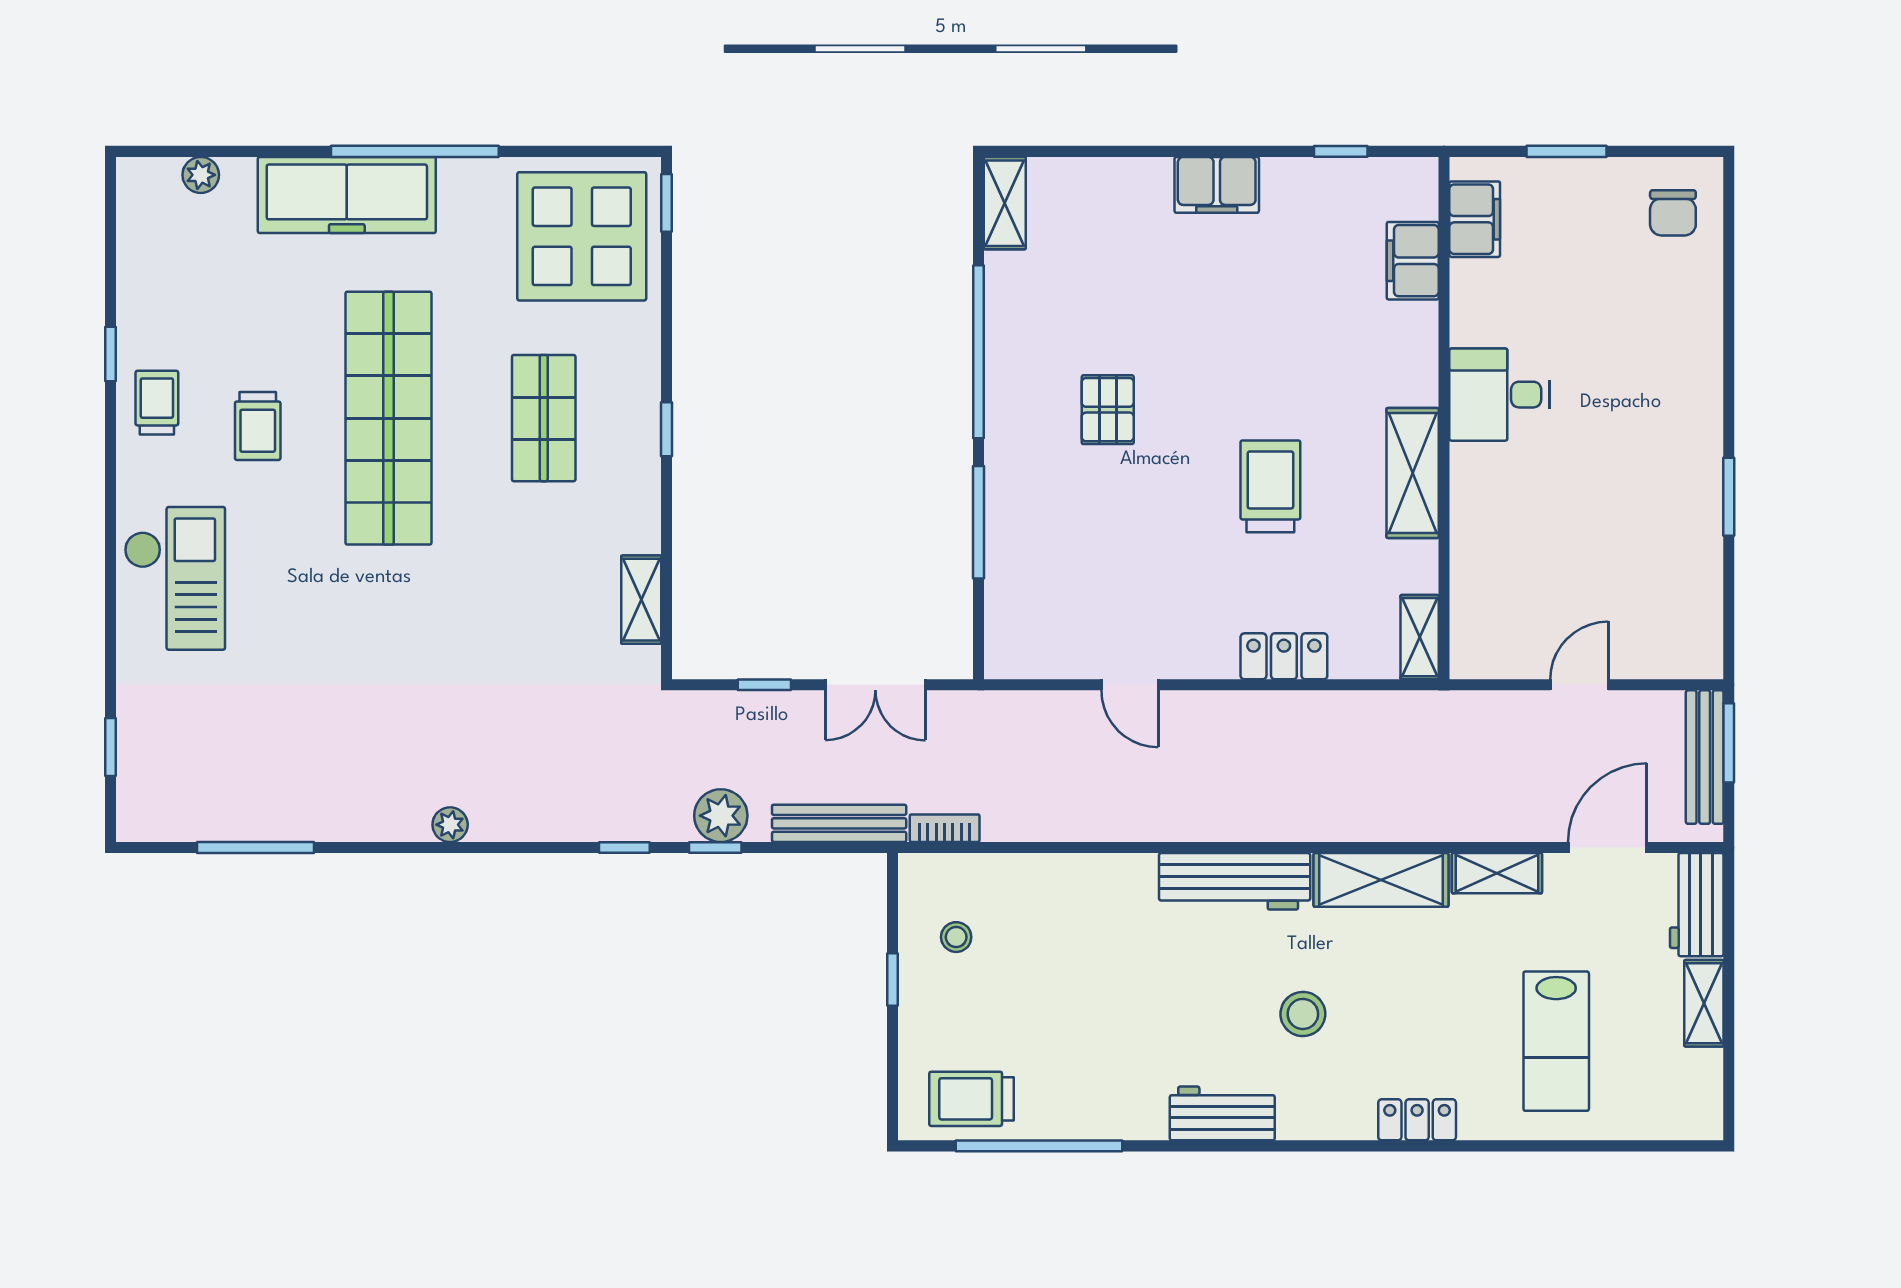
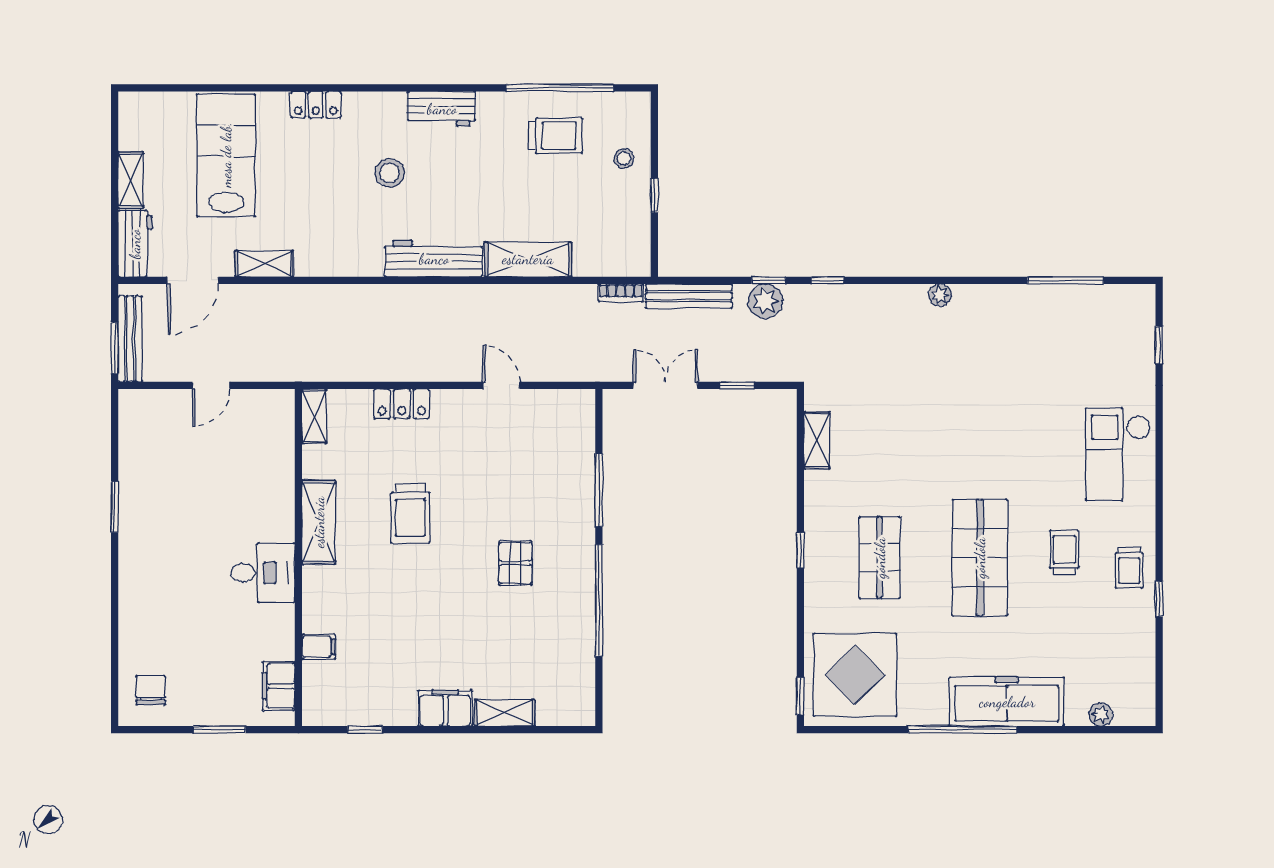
shelving: (1005, 203) -> (505, 713), moved, turned 90
filing cabinet: (1413, 261) -> (319, 647), width x0.50
shop shelf: (389, 418) -> (980, 558), width x0.71
shelving: (1381, 880) -> (528, 259), moved
stool: (956, 937) -> (624, 159), moved
lab bench: (1556, 1041) -> (226, 155), width x1.36, depth x1.39
trolley: (972, 1099) -> (555, 136), moved

